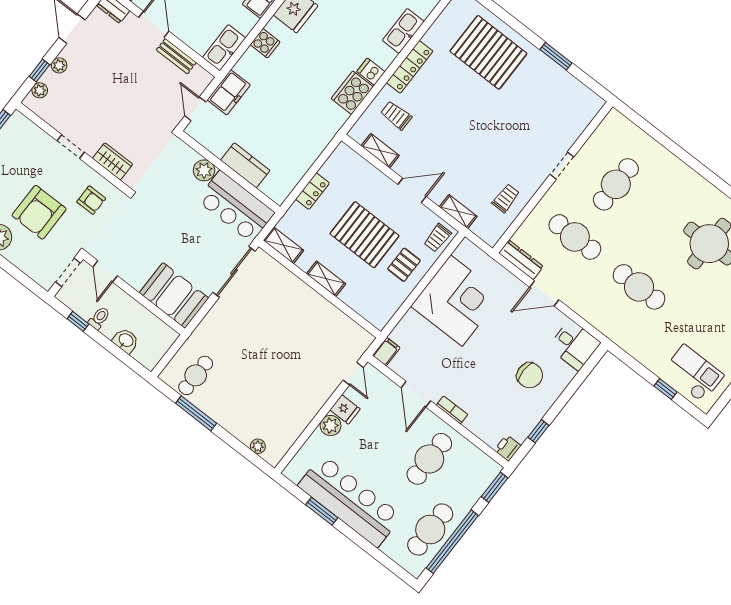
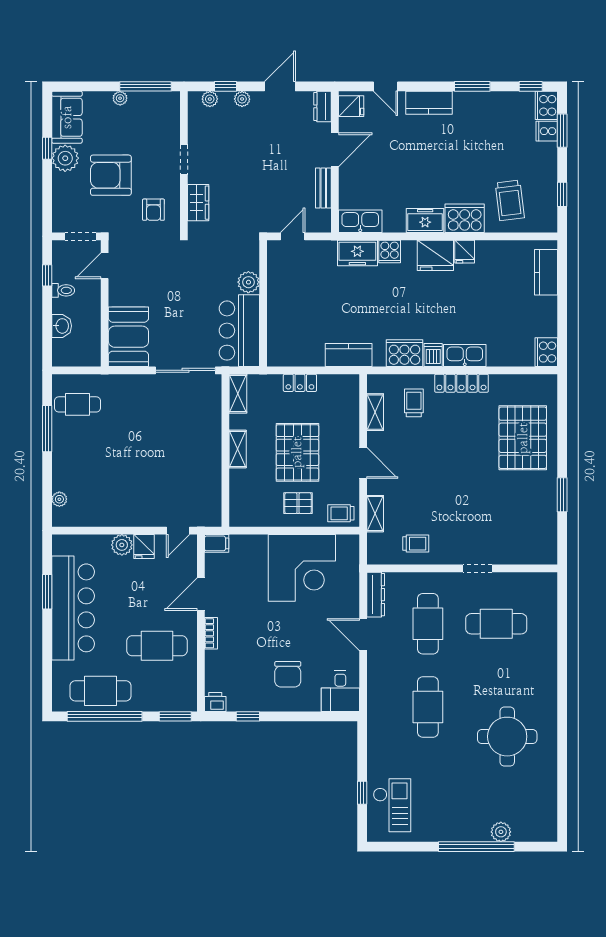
kitchen sink: (403, 31) -> (465, 355), moved
freezer: (229, 92) -> (357, 253), moved
kitchen counter: (245, 165) -> (349, 355), moved, turned -90

